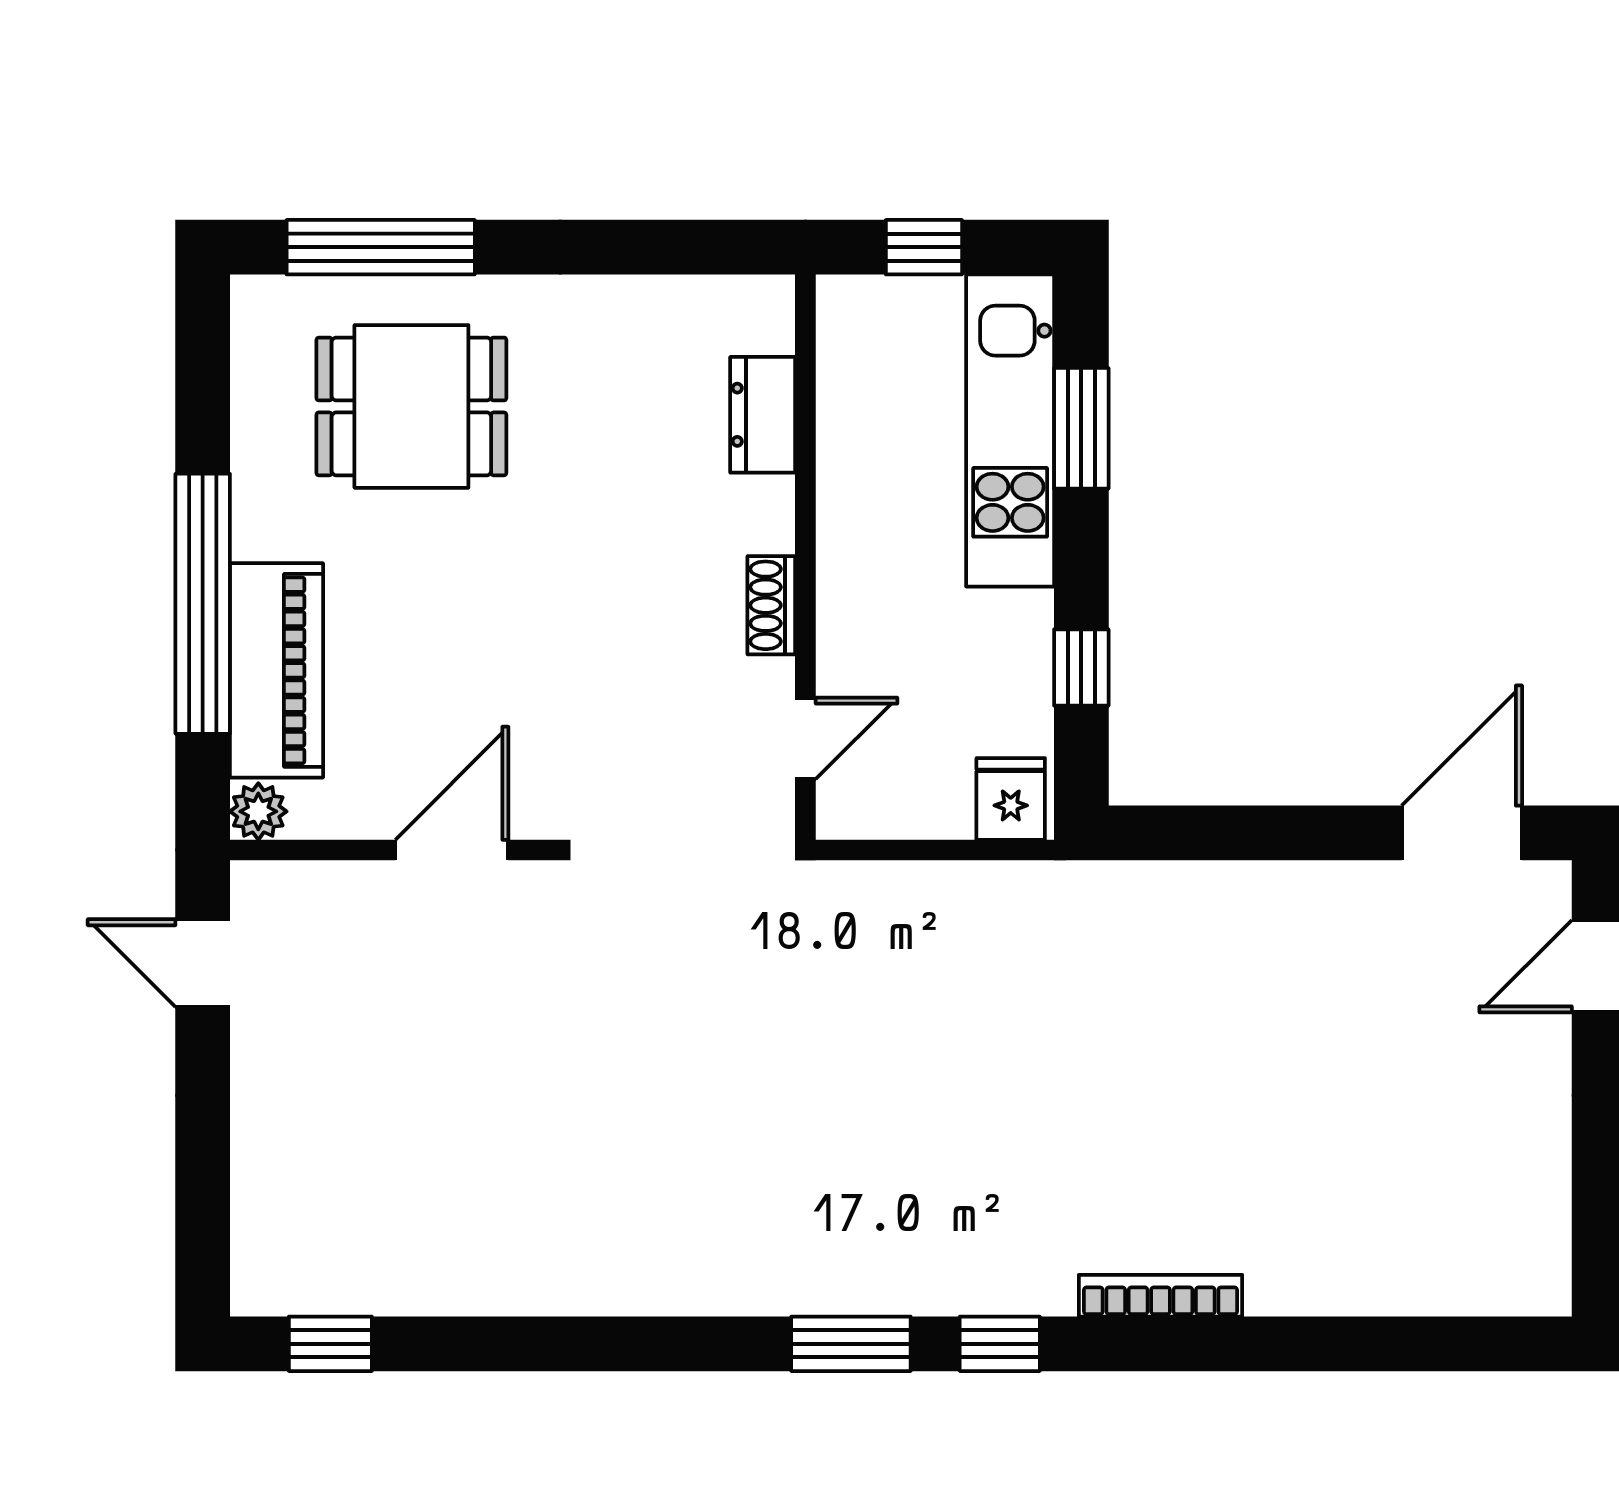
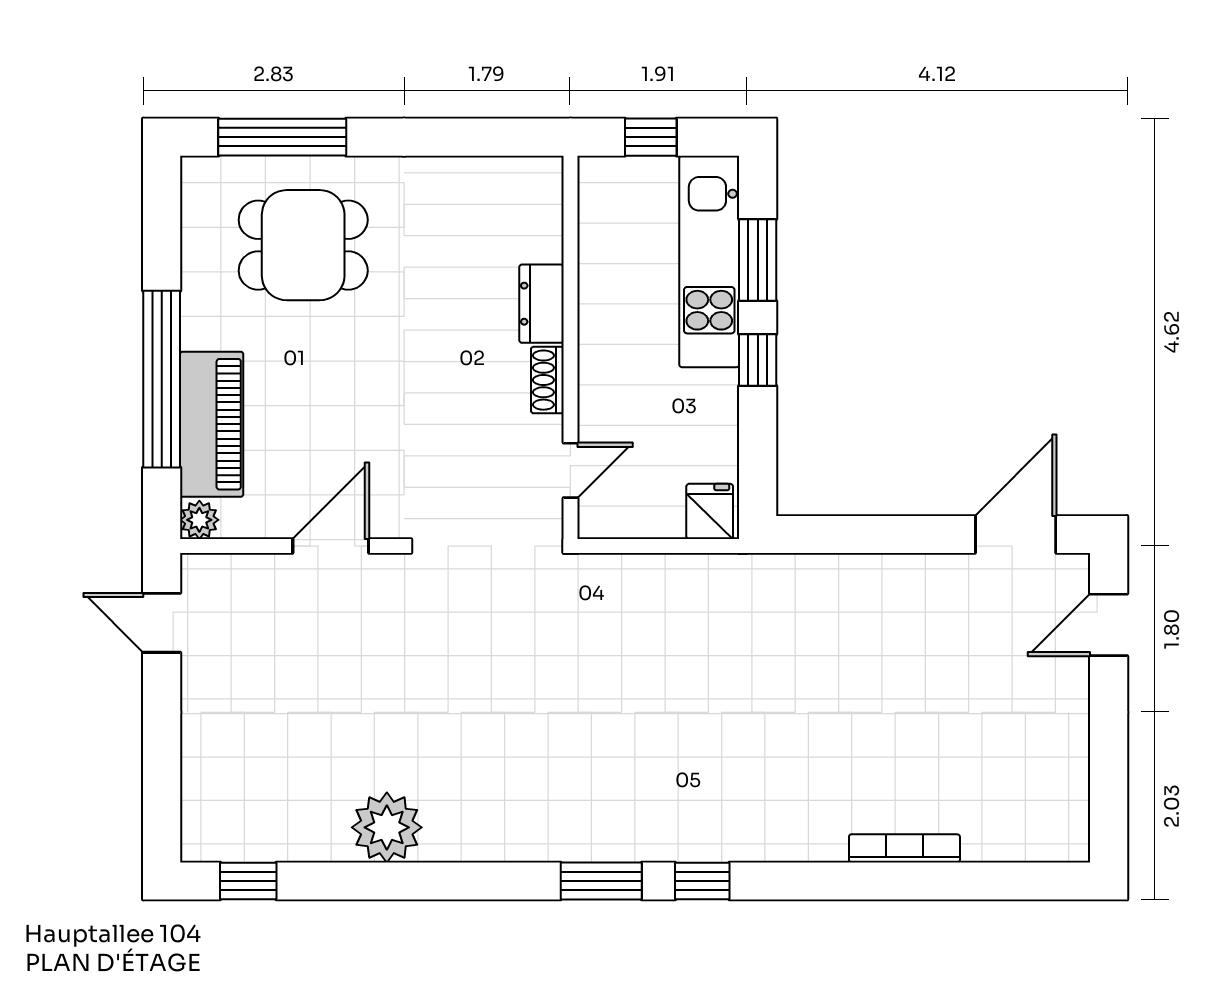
dresser: (763, 415) -> (541, 304), moved
window: (1081, 668) -> (758, 360), moved
plant: (535, 1265) -> (387, 827), added
bookcase: (1161, 1296) -> (904, 848), moved

